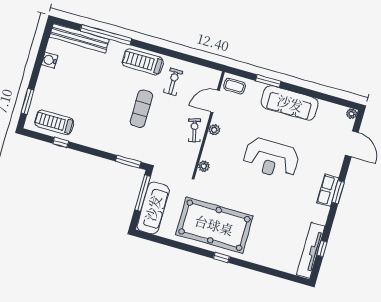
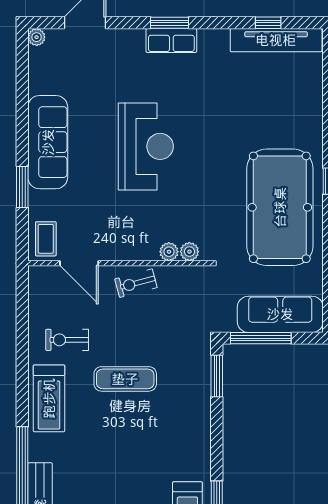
plant: (214, 130) -> (169, 252), moved

